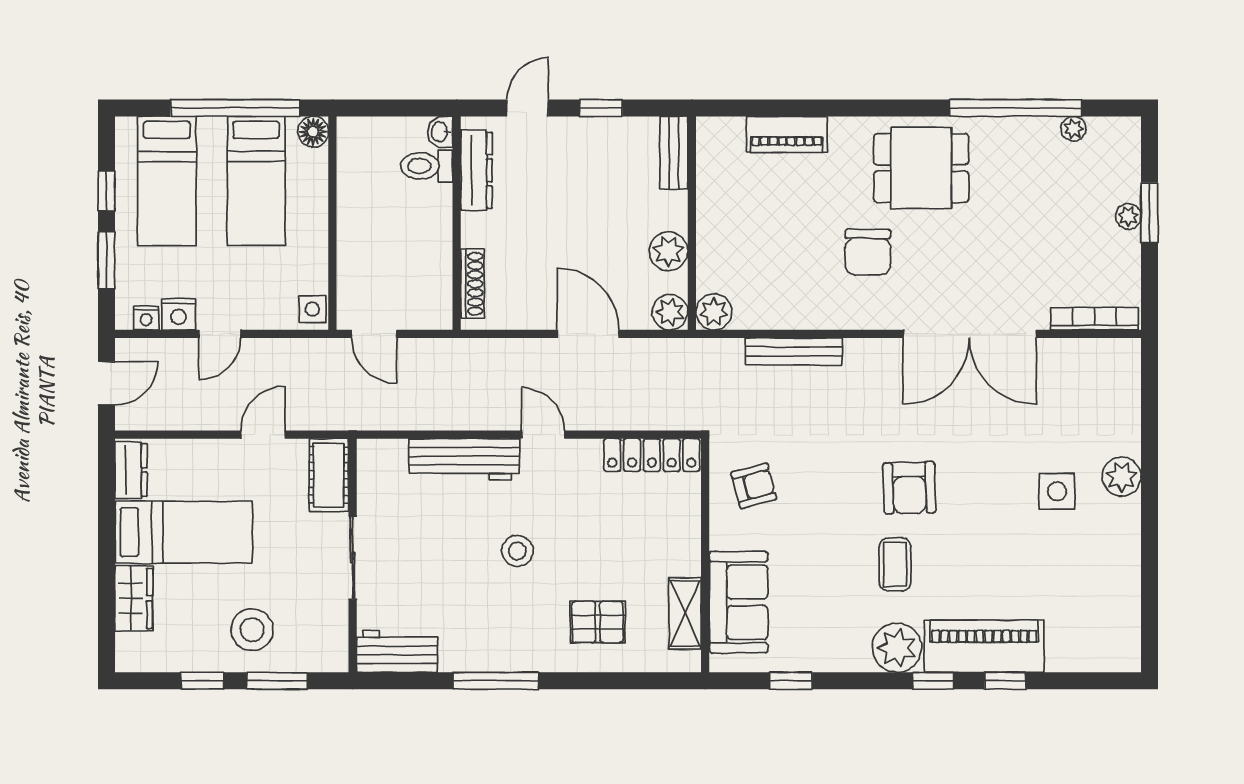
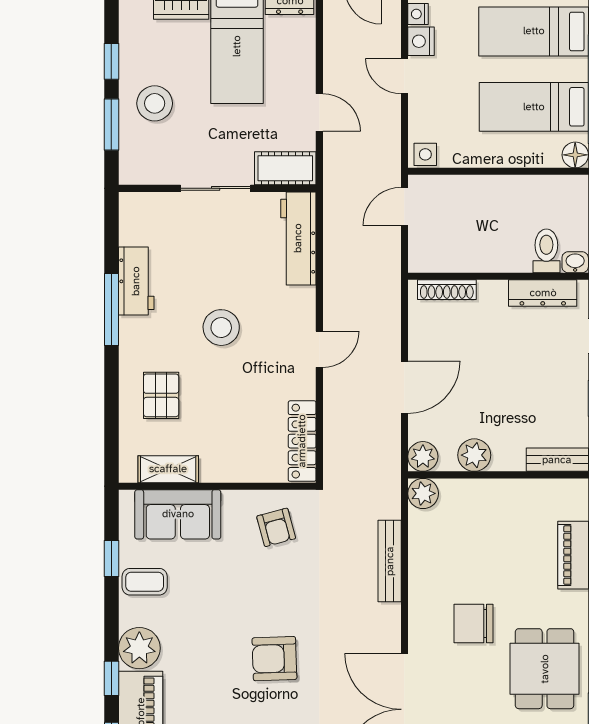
workbench: (464, 459) -> (298, 238), moved
stool: (517, 551) -> (221, 328), width x1.38, depth x1.38
coffee table: (895, 564) -> (145, 582), moved
workbench: (397, 651) -> (136, 281), moved

